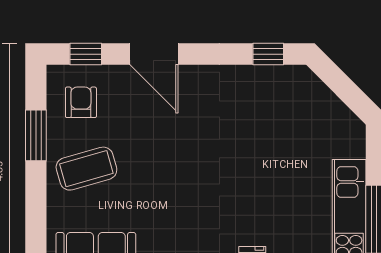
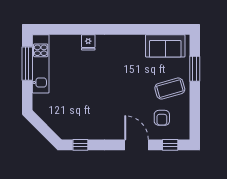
armchair: (81, 102) -> (162, 118), moved
window: (36, 135) -> (195, 69), moved

